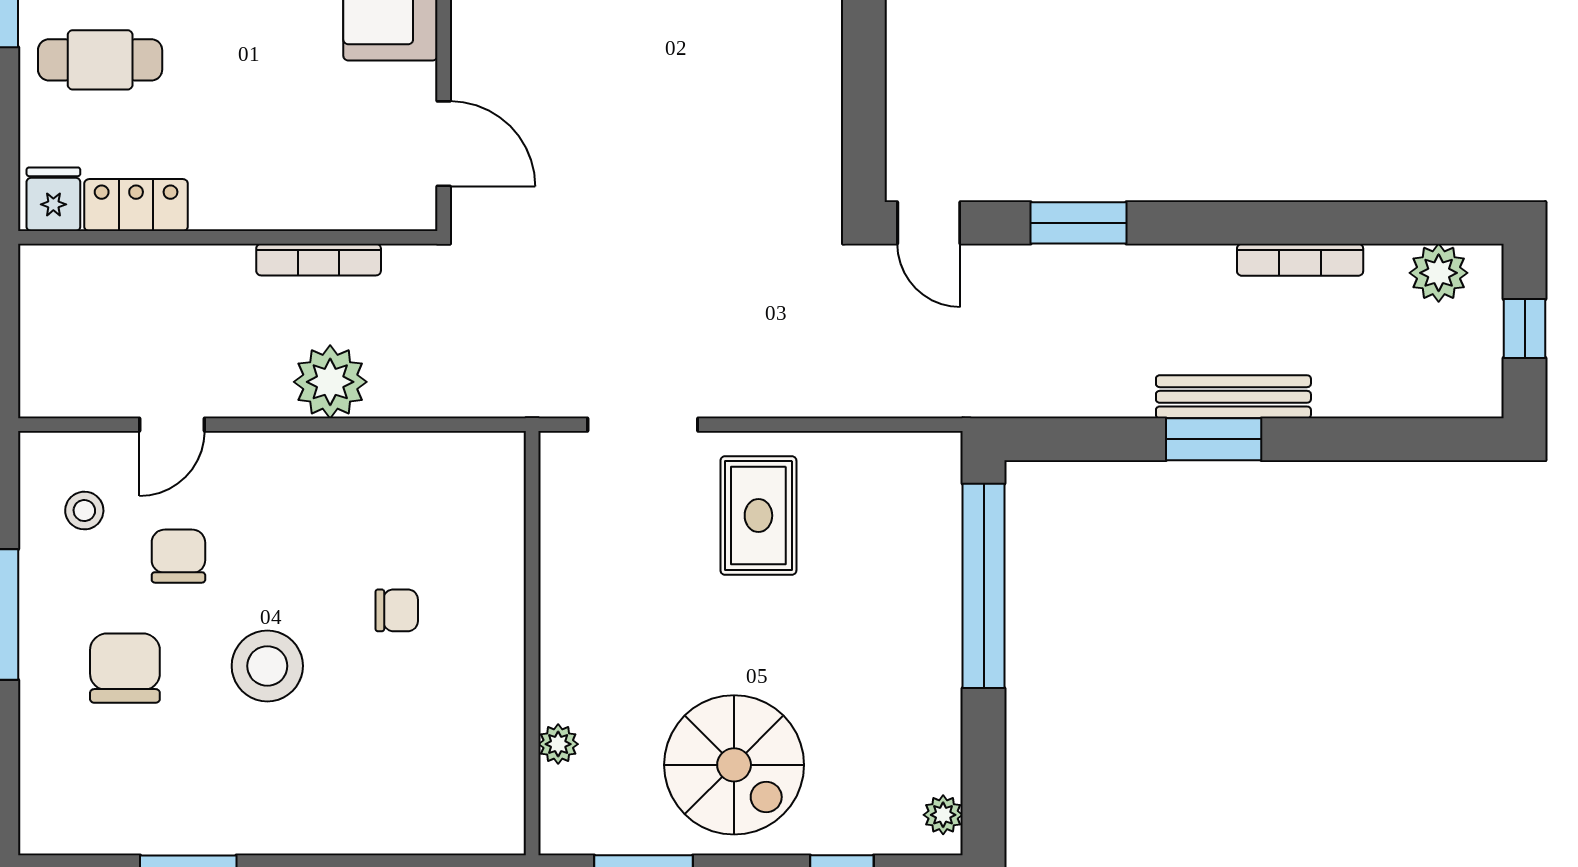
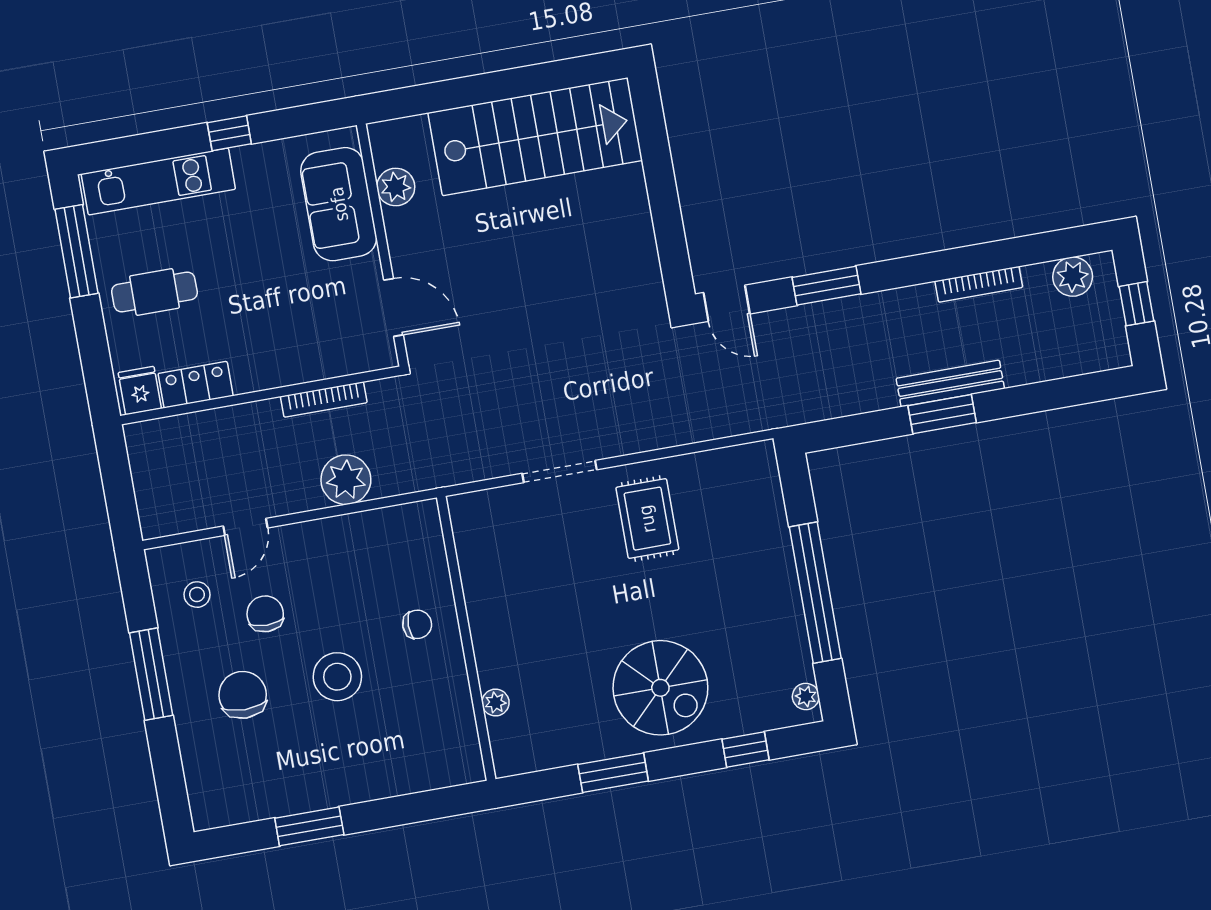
window: (984, 586) -> (815, 593), moved
wall: (532, 643) -> (466, 638), moved
plant: (558, 744) -> (495, 703), moved

